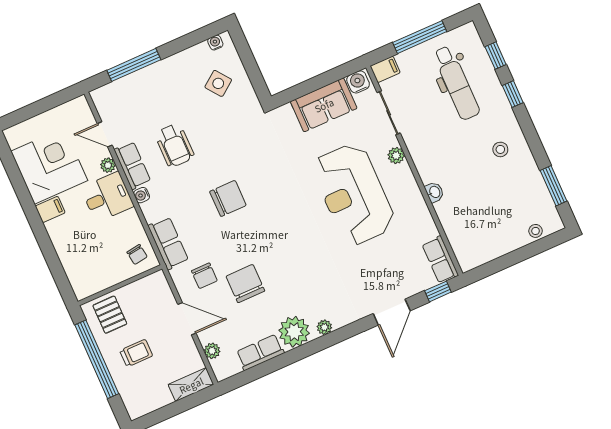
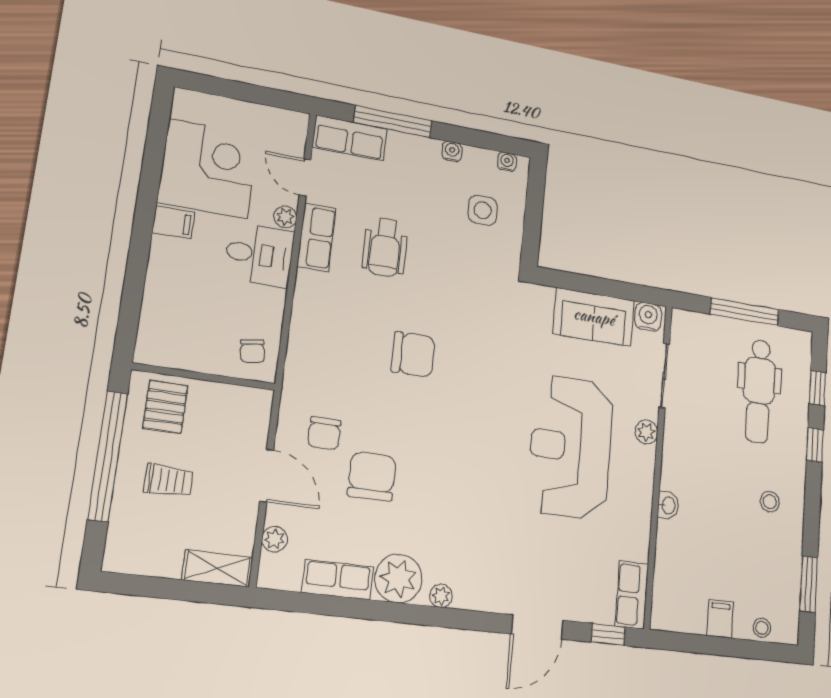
filing cabinet: (385, 69) -> (720, 619), moved, turned -90
side table: (218, 83) -> (483, 210), turned 37
water cooler: (142, 195) -> (452, 151), moved, turned 90
row of seats: (168, 243) -> (350, 138), moved, turned 90

